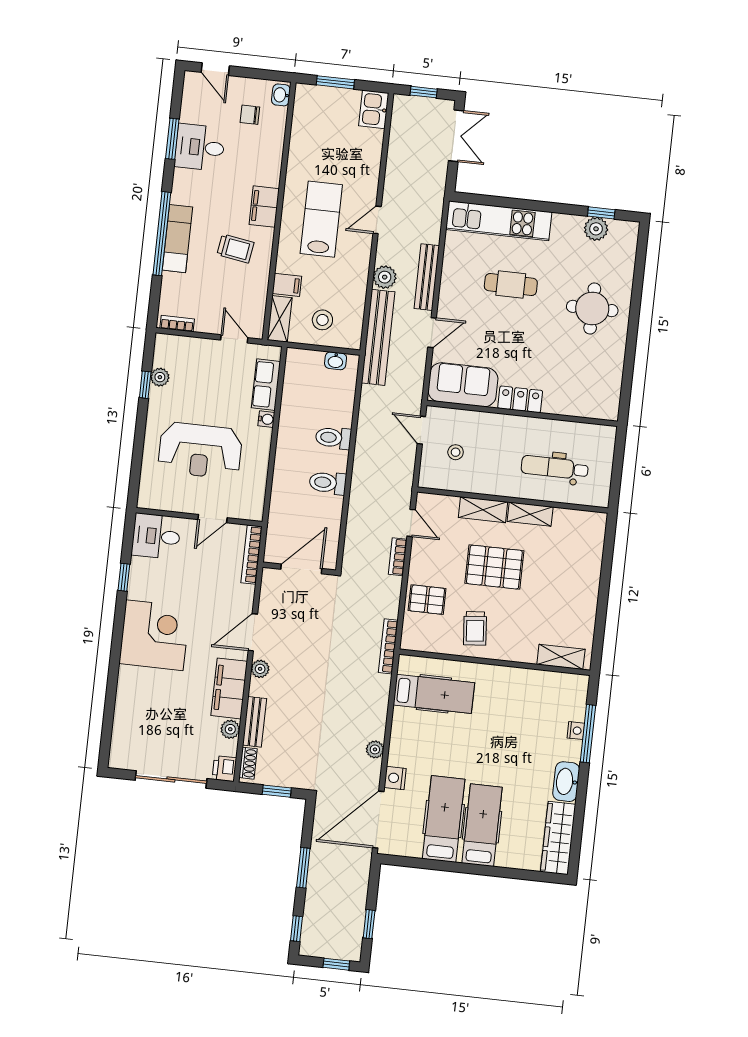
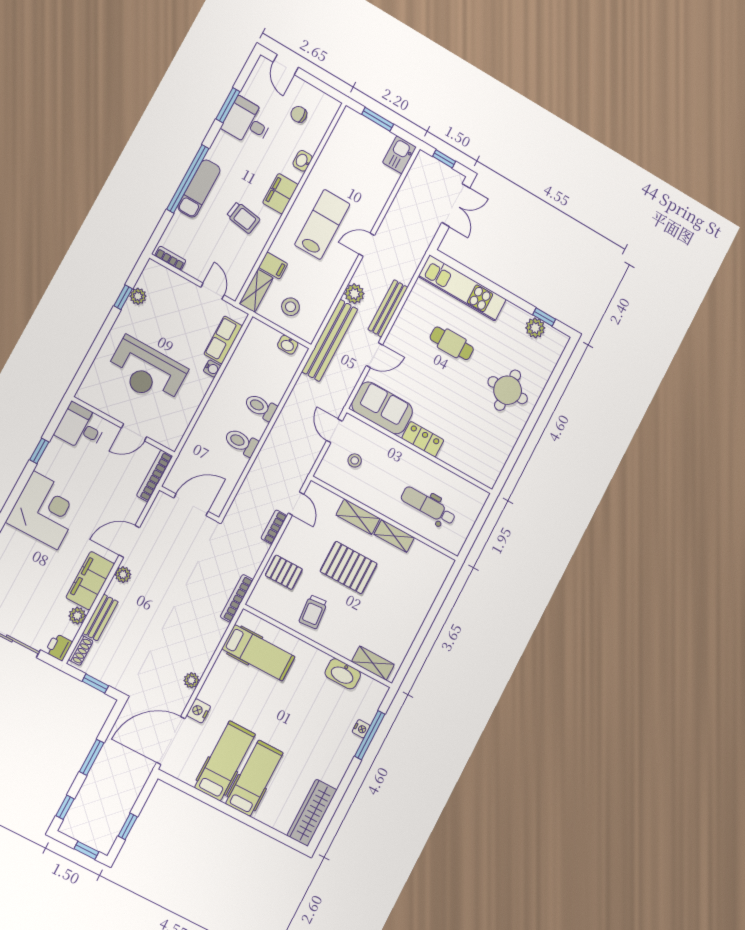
washbasin: (281, 95) -> (303, 161), moved
washbasin: (566, 782) -> (343, 674), moved, turned -90

